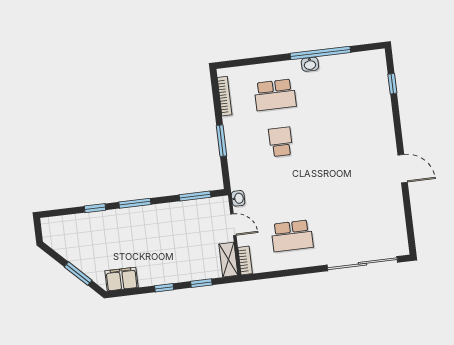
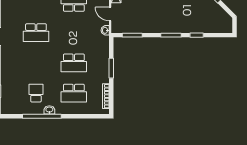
school desk: (334, 88) -> (36, 93), added
school desk: (275, 95) -> (74, 93), turned 180
school desk: (281, 142) -> (74, 63), width x1.85
school desk: (345, 182) -> (36, 33), added

